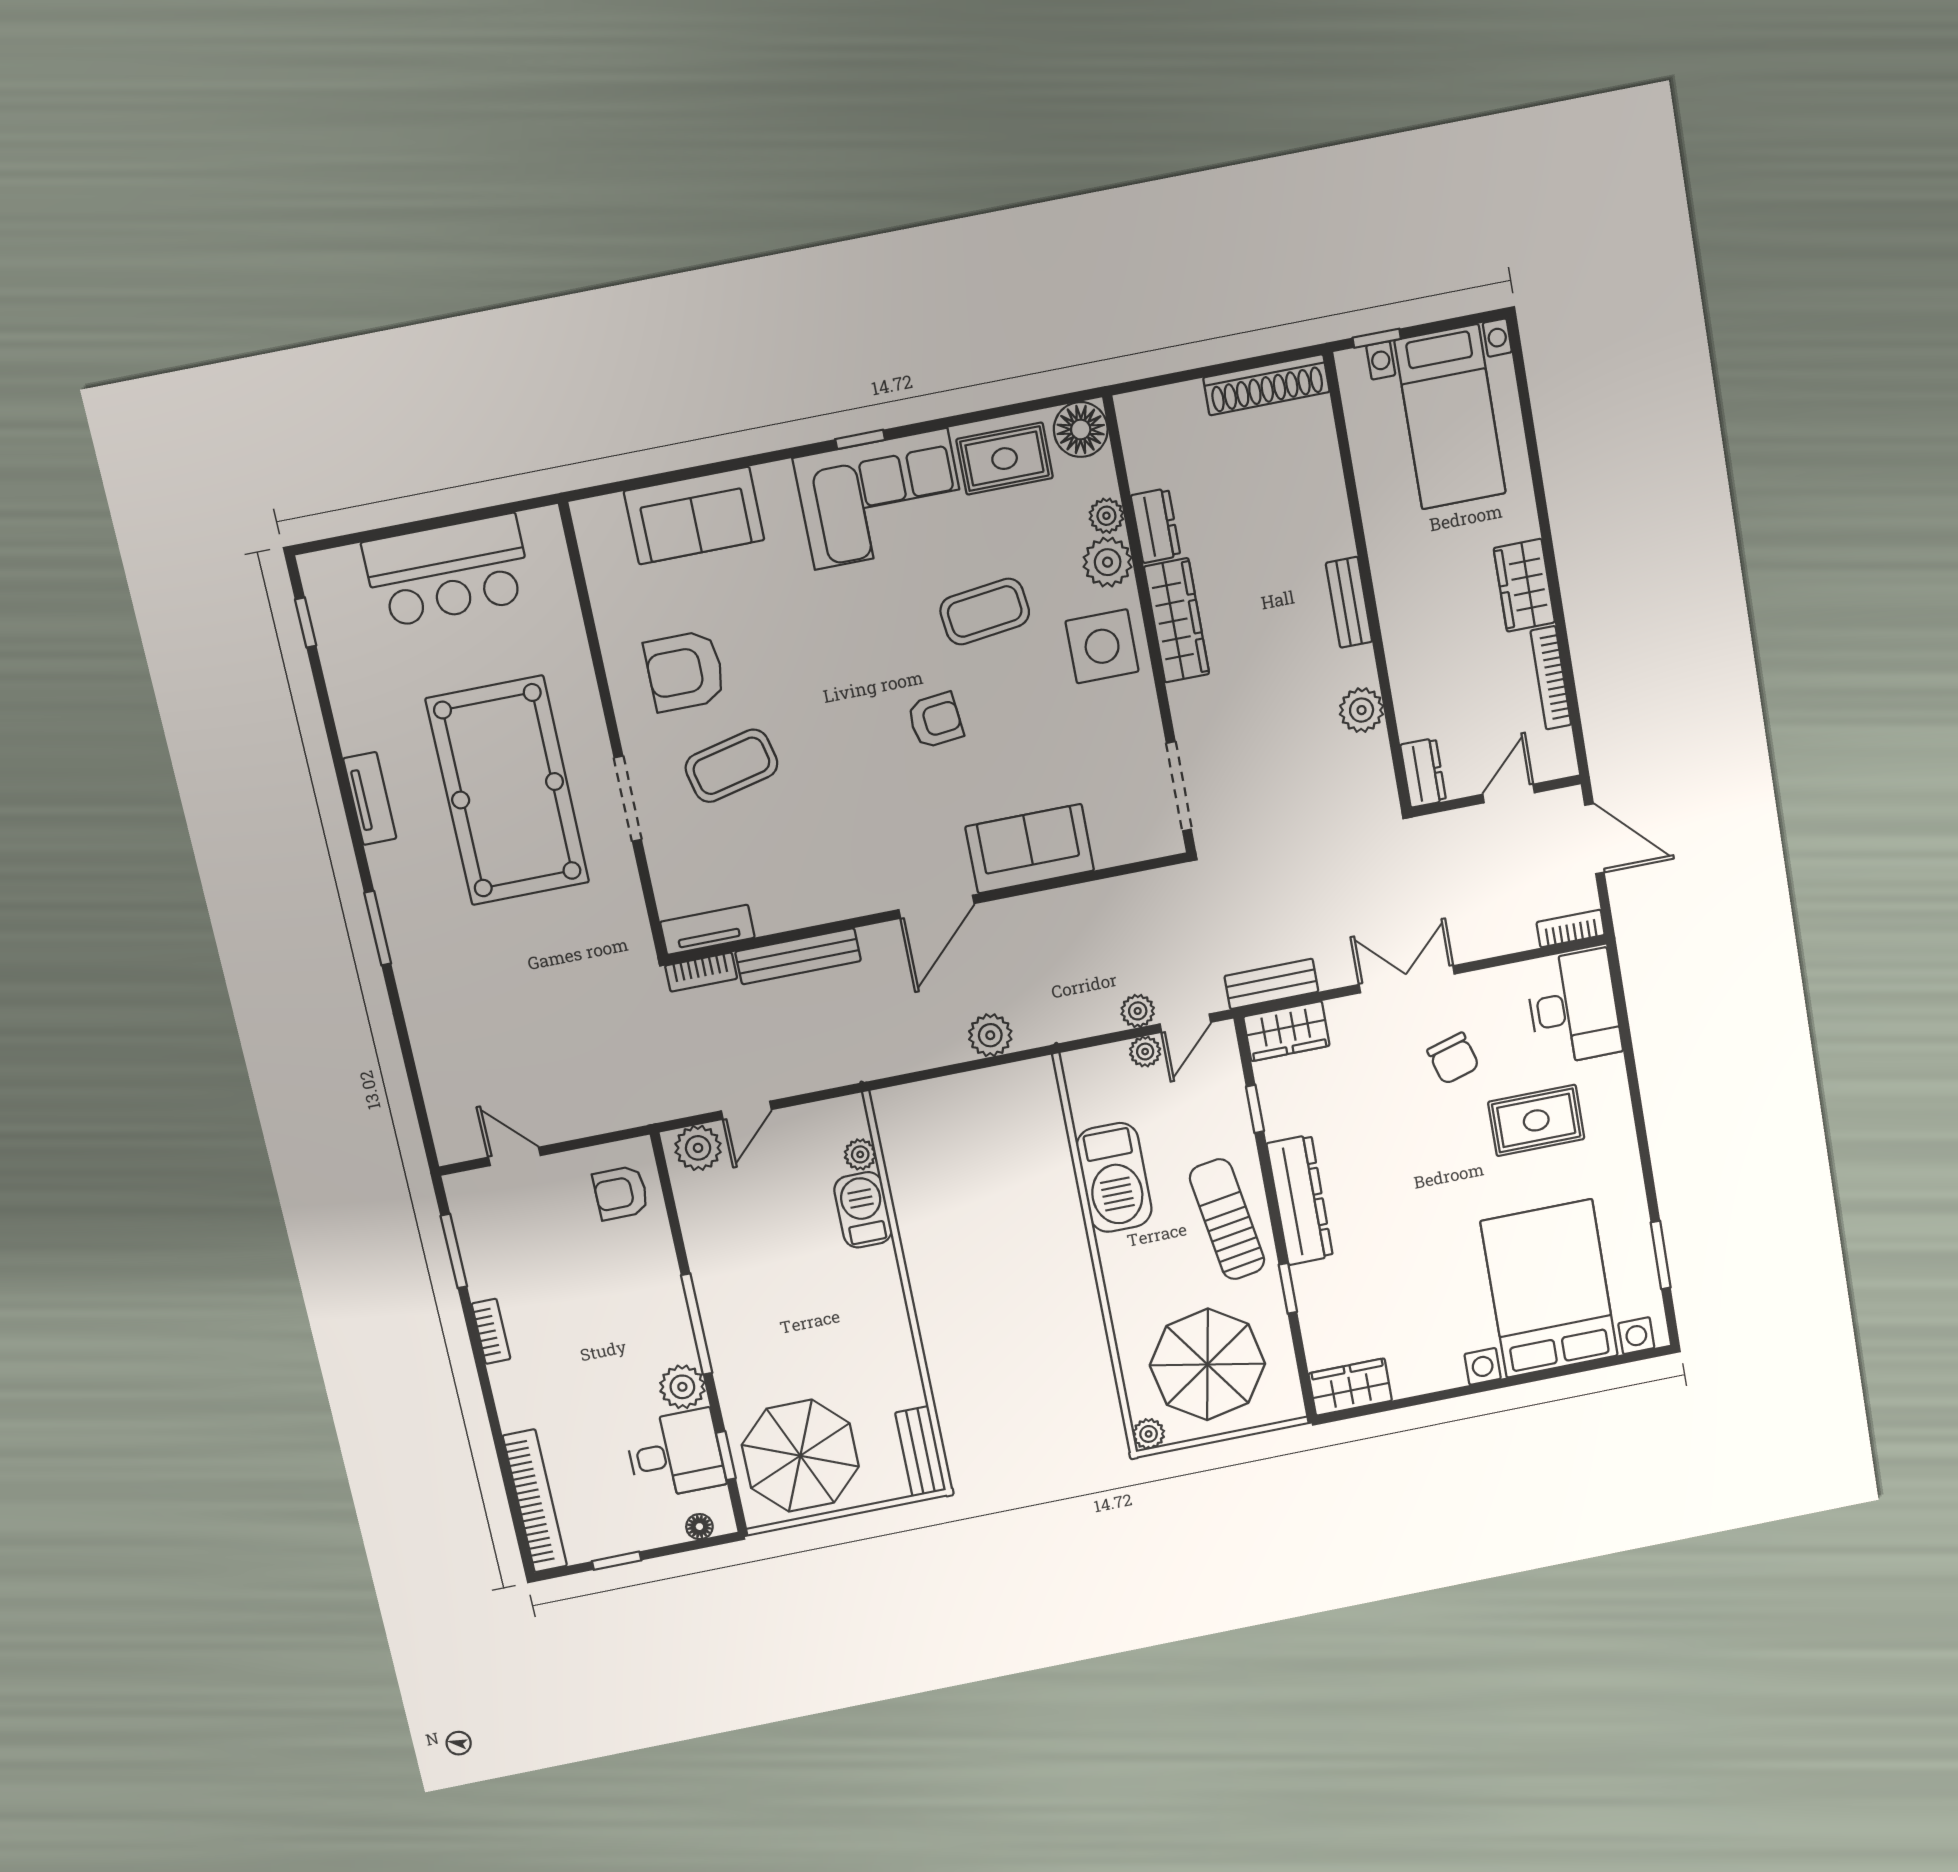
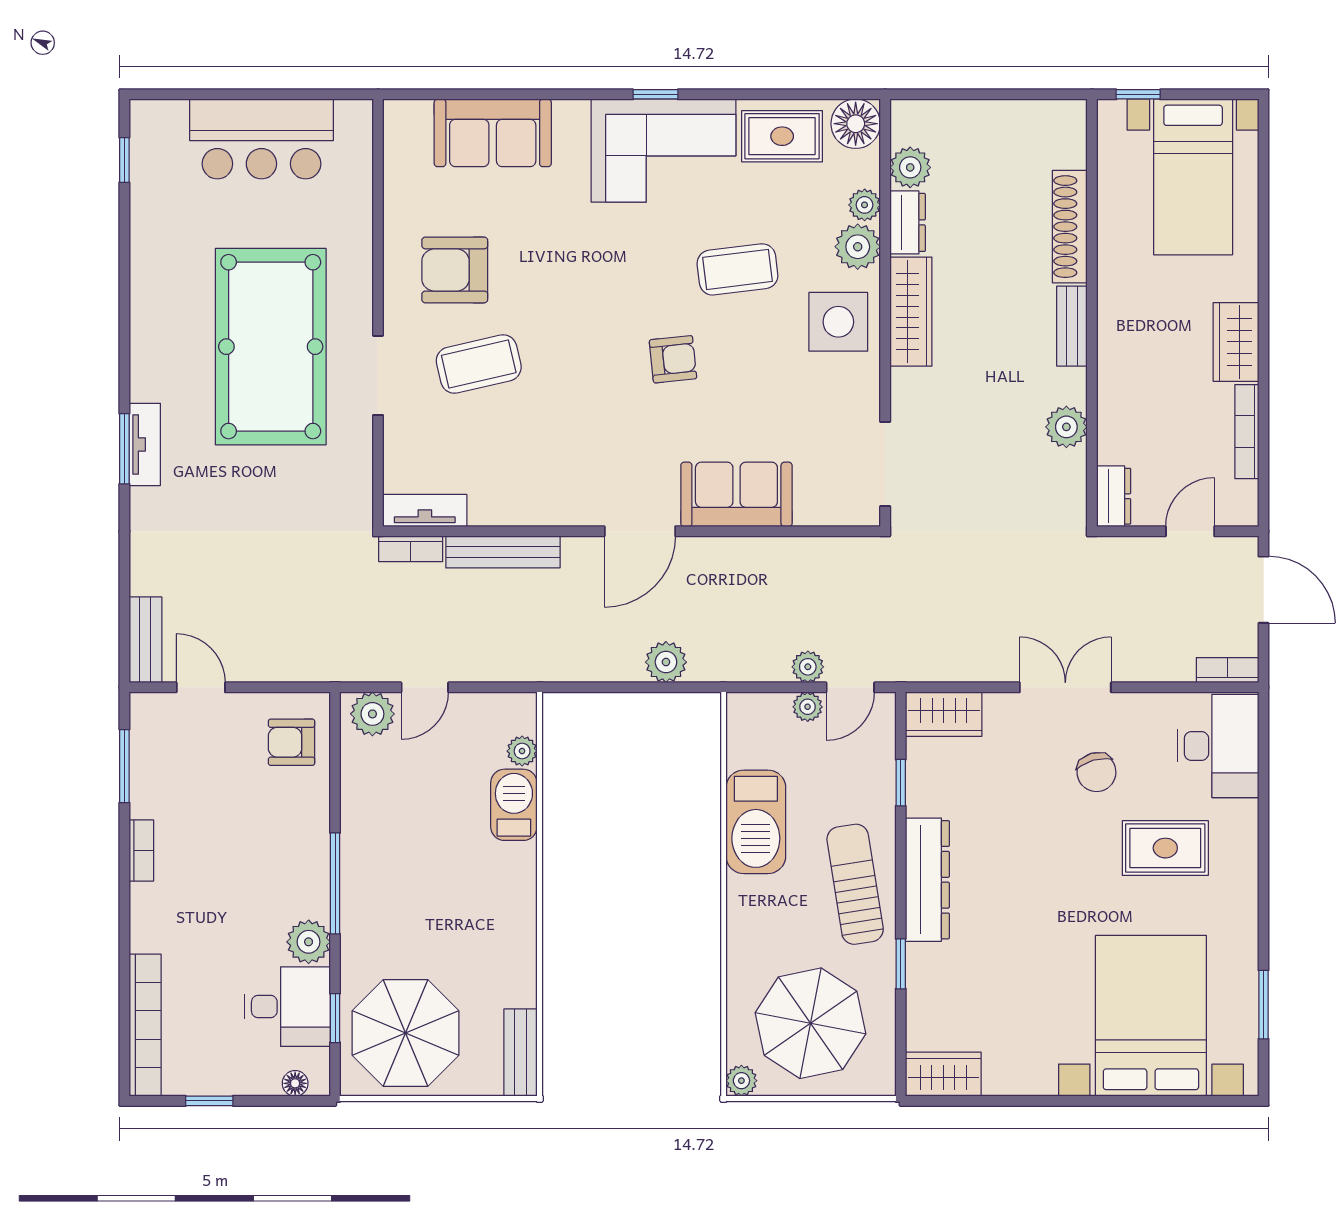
shoe rack: (1266, 385) -> (1070, 227), moved, turned 90
plant: (1148, 466) -> (910, 167), added
tv unit: (370, 798) -> (145, 444), moved
bench: (1271, 984) -> (145, 640), moved, turned 90

